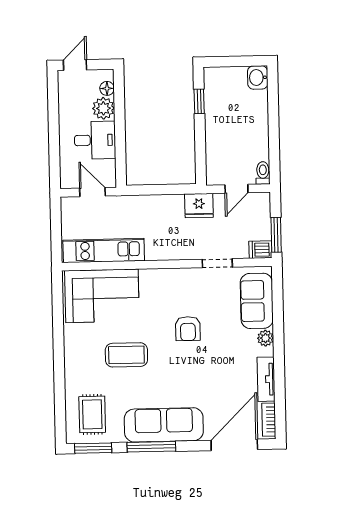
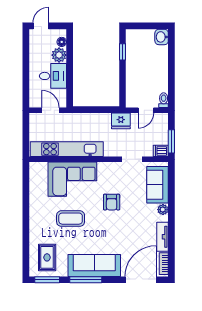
kitchen unit: (104, 251) -> (67, 149), width x1.36
corner sofa: (102, 296) -> (72, 179), moved

